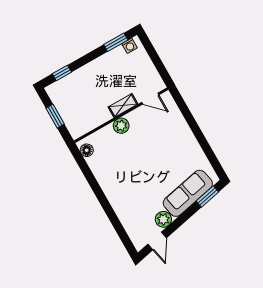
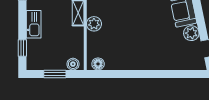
kitchen sink: (89, 71) -> (34, 24), added
boiler: (74, 127) -> (73, 64), added

